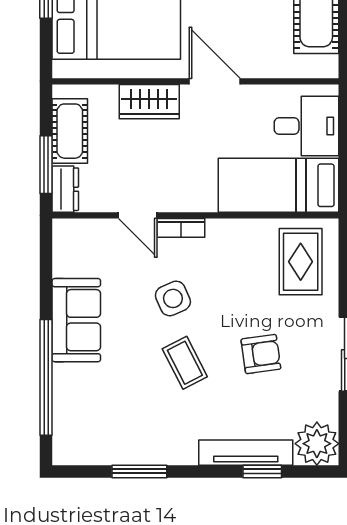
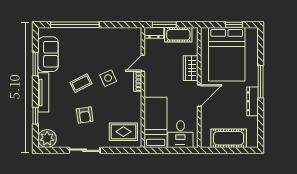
sofa: (76, 320) -> (48, 54), moved, turned -90
tv unit: (246, 453) -> (43, 92), moved

